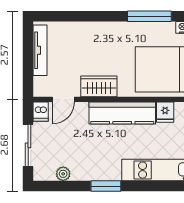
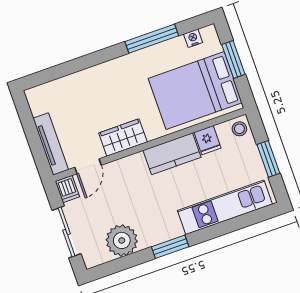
tv unit: (40, 50) -> (51, 144), moved
kitchen counter: (122, 113) -> (172, 154), width x0.67
plant: (63, 174) -> (122, 240), width x1.87, depth x1.87

